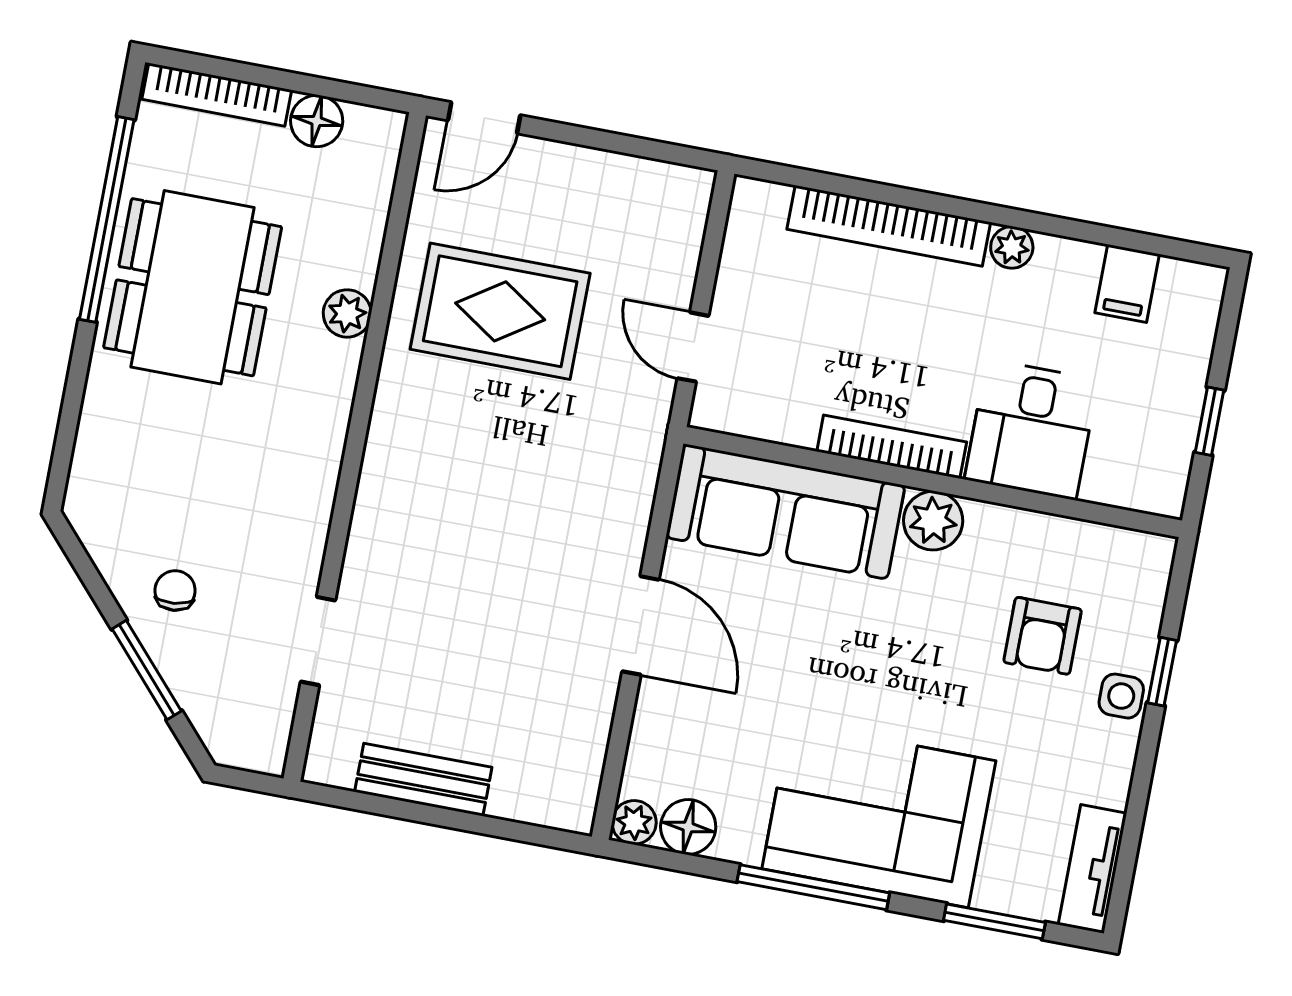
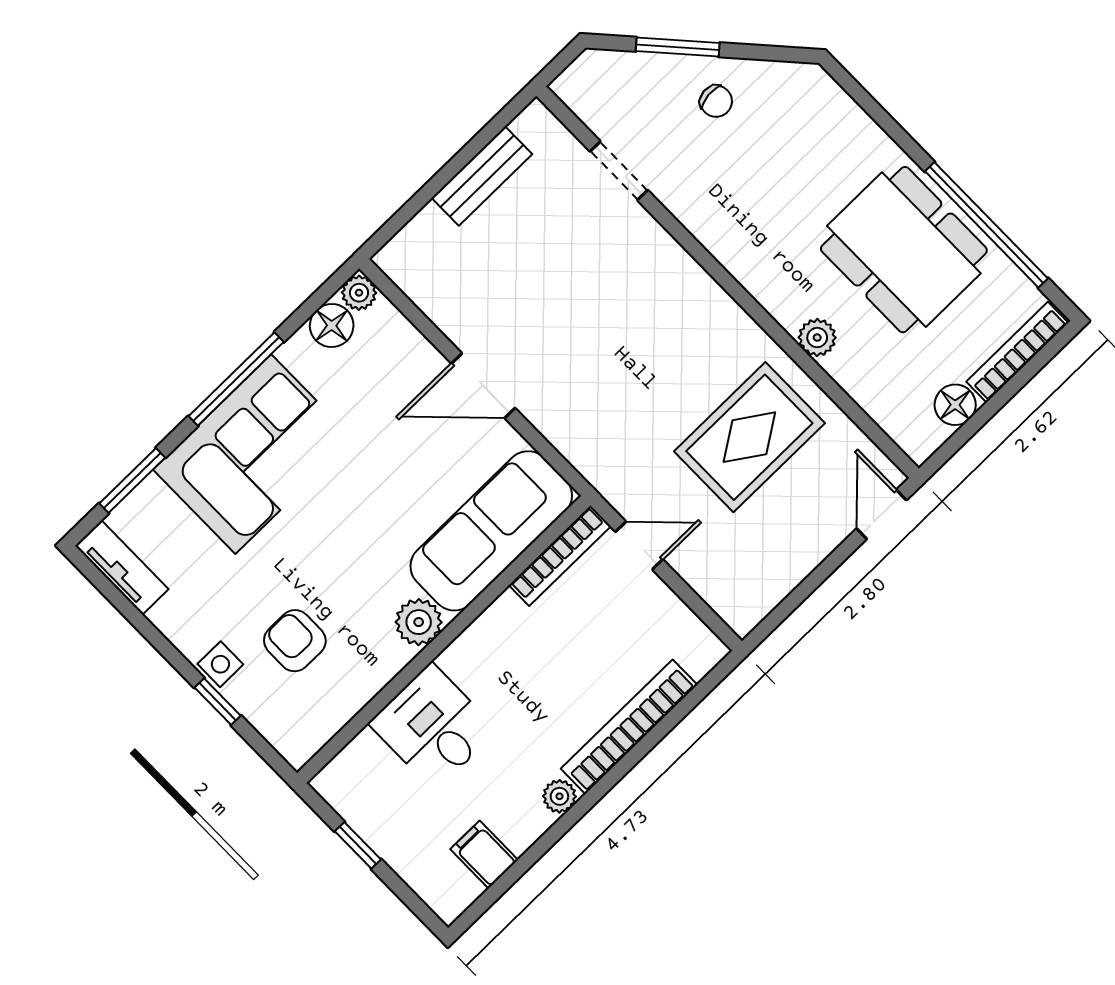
bookcase: (892, 447) -> (560, 556), moved

